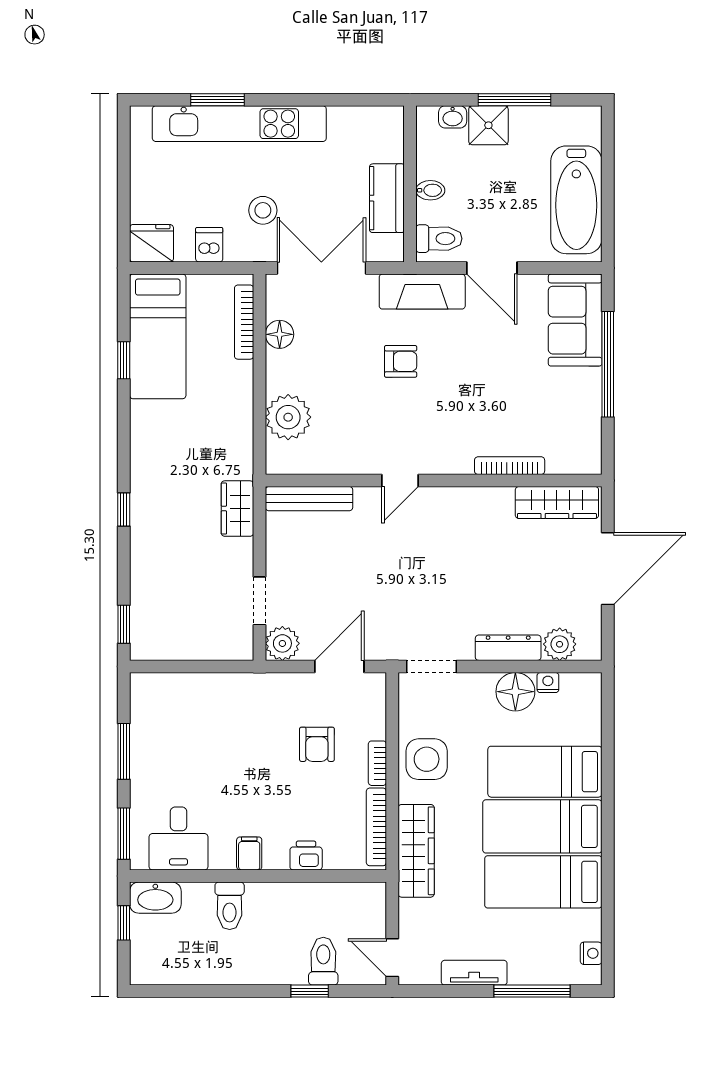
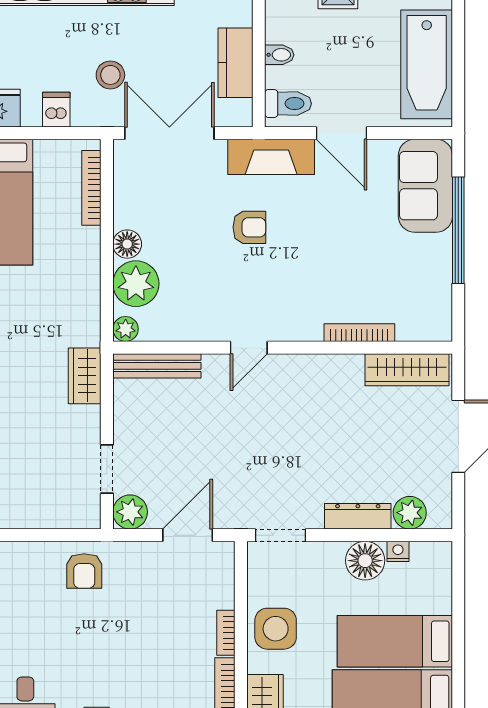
floor lamp: (280, 334) -> (127, 244), moved
plant: (278, 462) -> (126, 329), added
armchair: (317, 744) -> (84, 571), moved

